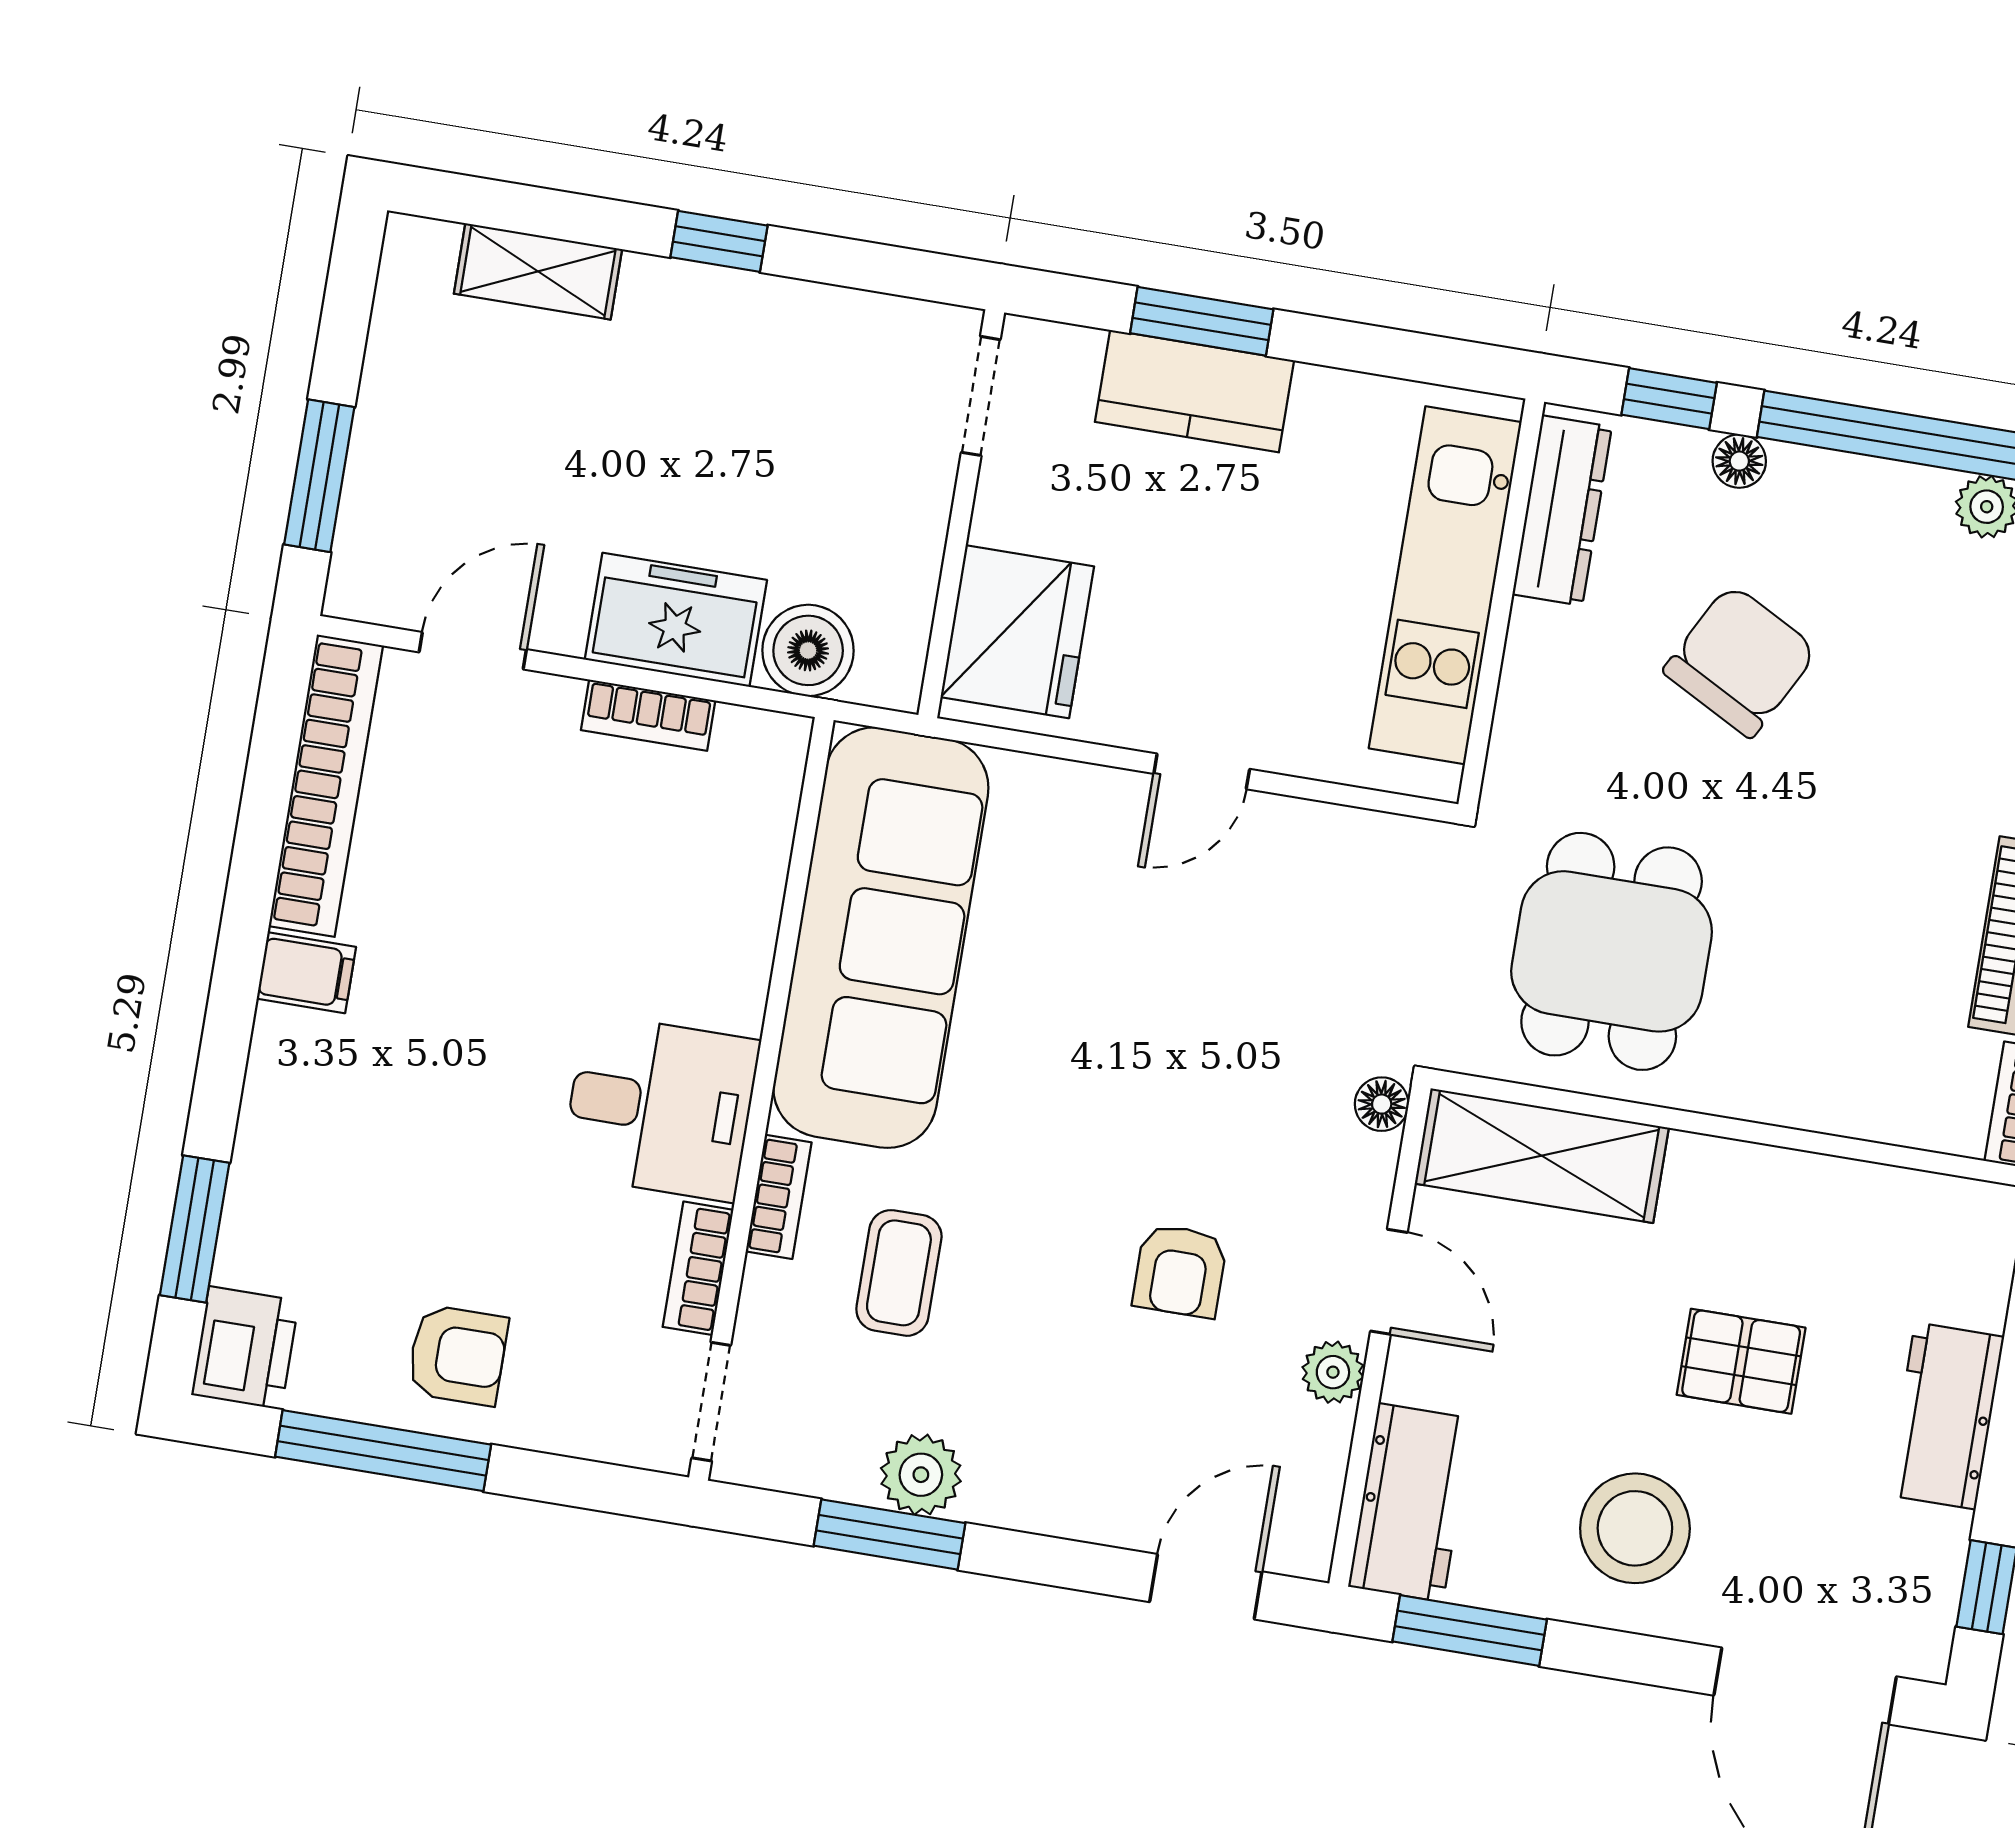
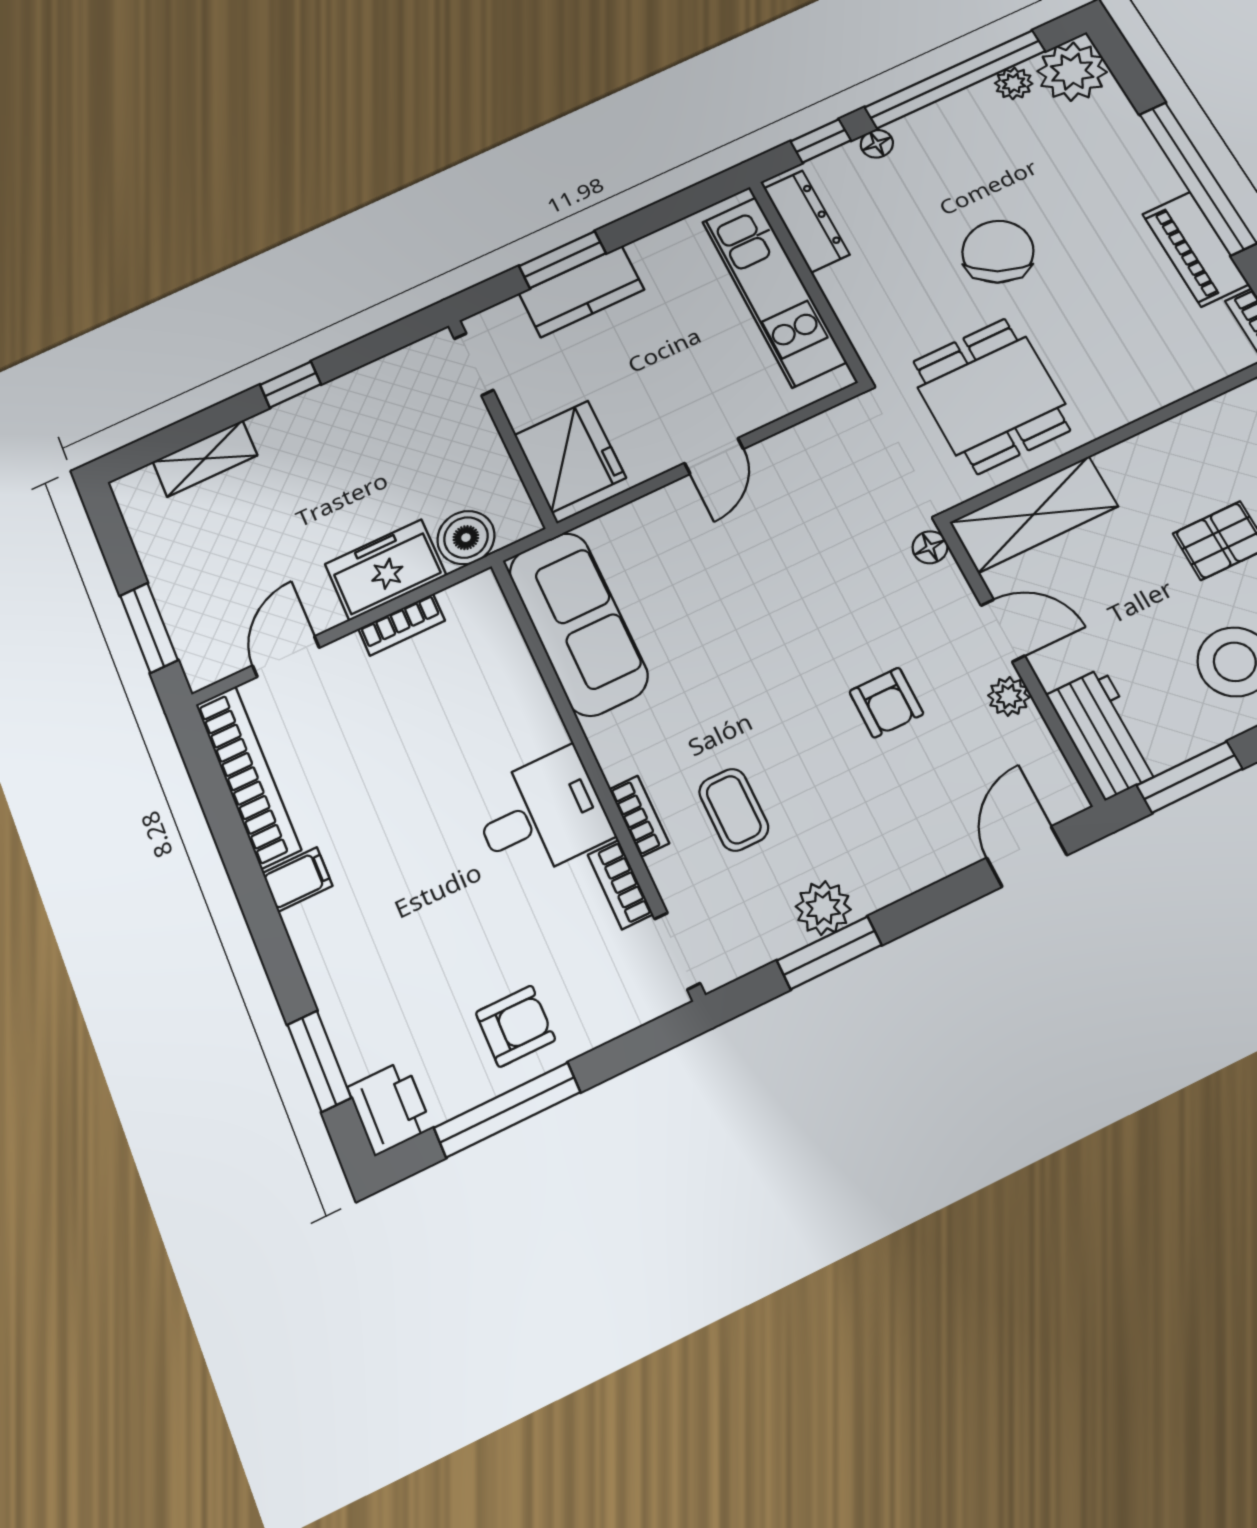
chair: (1740, 661) -> (998, 252), moved
sofa: (881, 938) -> (578, 623), width x0.74, depth x0.79

